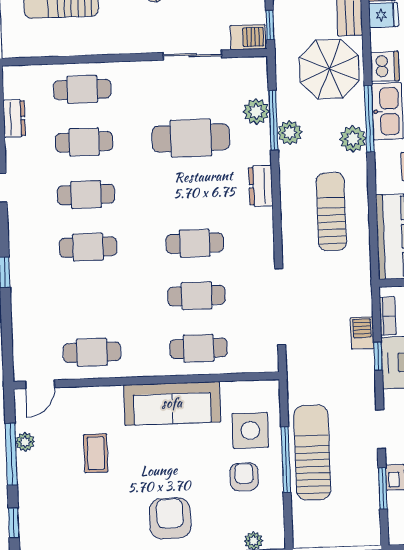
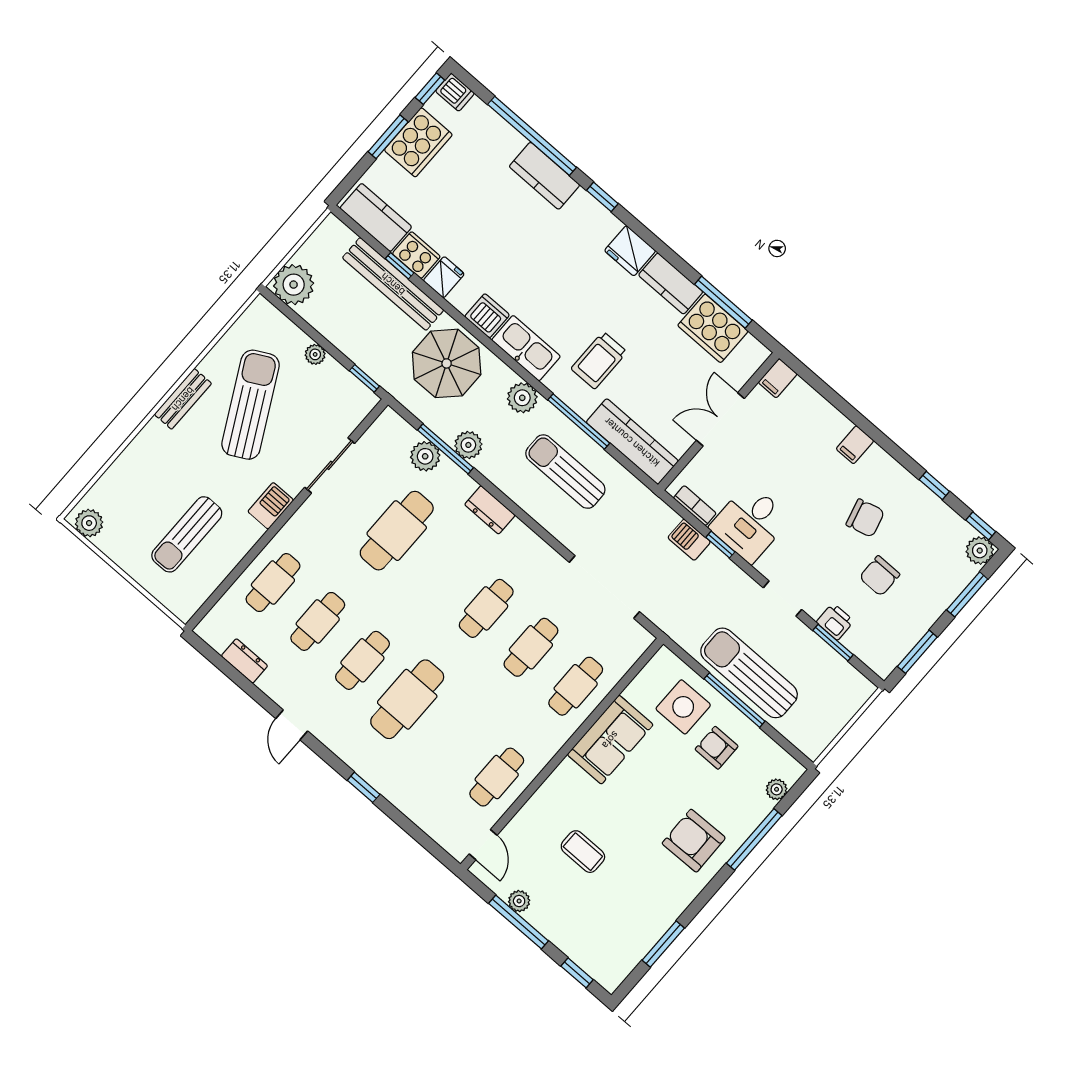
barbecue: (248, 37) -> (271, 506), moved
window: (369, 119) -> (579, 422), moved
cafe table: (88, 247) -> (407, 699), width x1.37, depth x1.35
sofa: (172, 403) -> (610, 740), width x0.73

